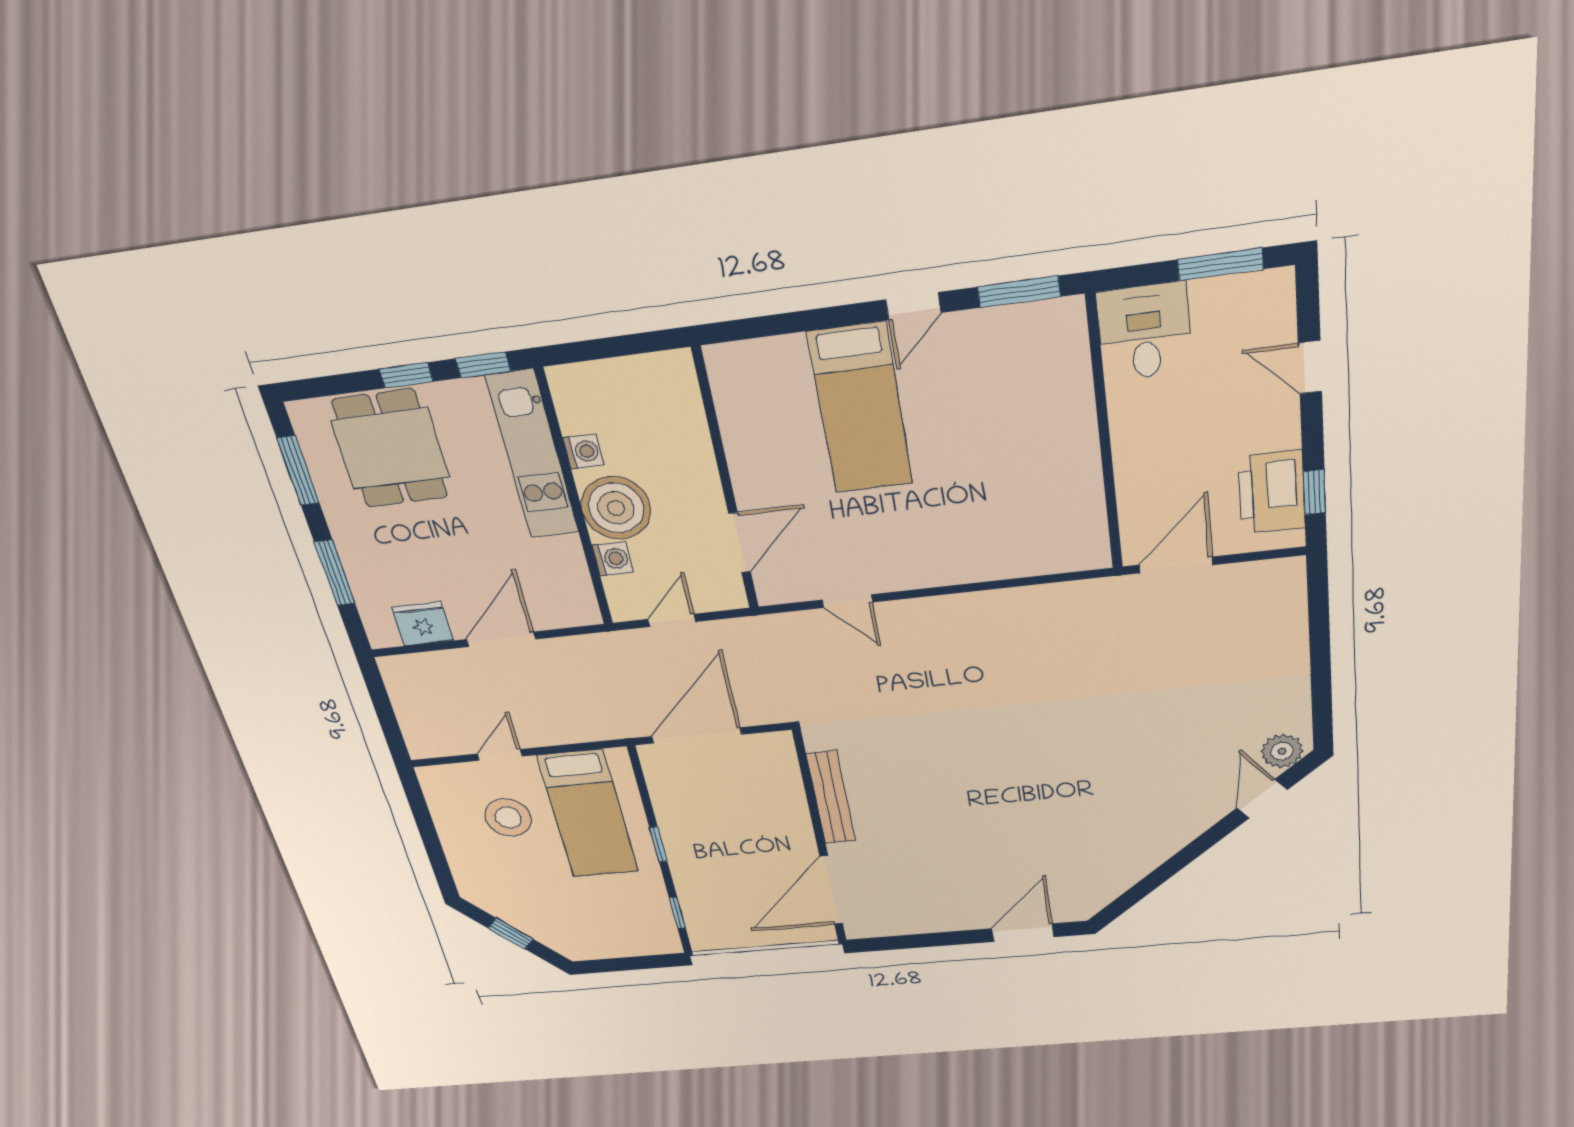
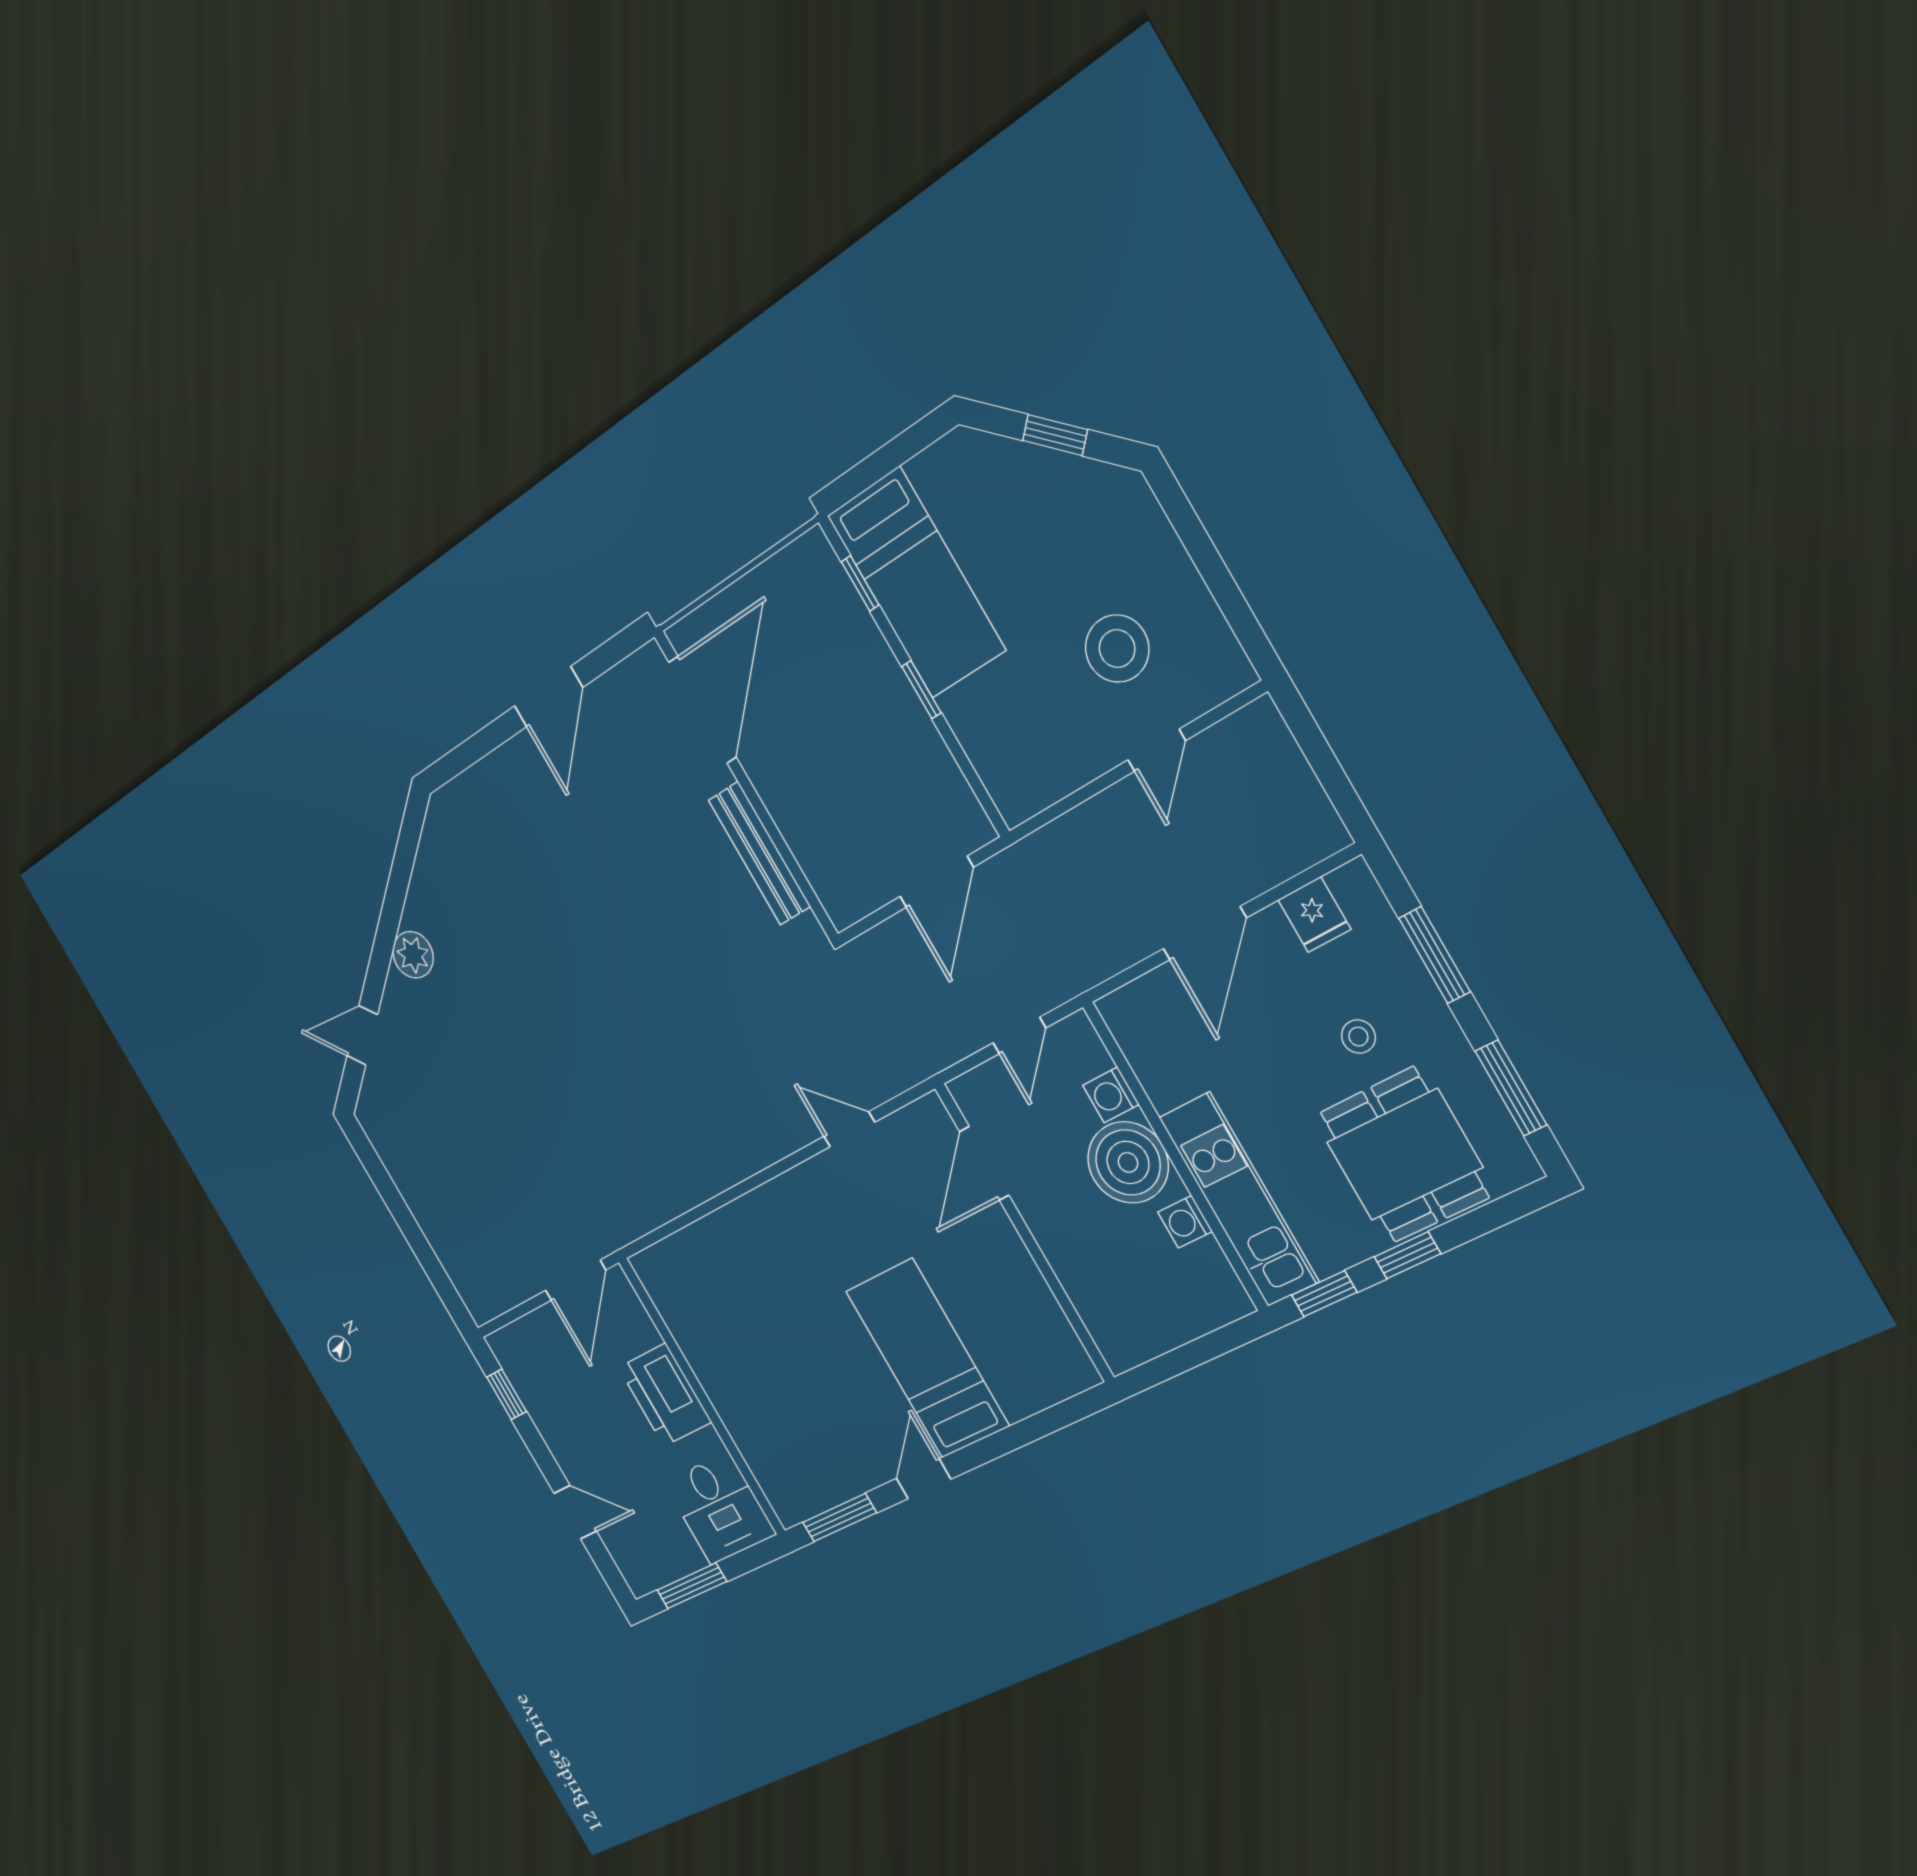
printer: (1272, 492) -> (665, 1395), moved, turned 180
stool: (404, 539) -> (1358, 1037), added
fridge: (423, 624) -> (1314, 915), width x0.72
door: (697, 735) -> (936, 882), width x0.73
plant: (1282, 751) -> (413, 955), moved
door: (1262, 799) -> (362, 1035), swing flipped
bed: (588, 814) -> (916, 583), moved, turned 180
door: (1023, 933) -> (548, 697), moved

